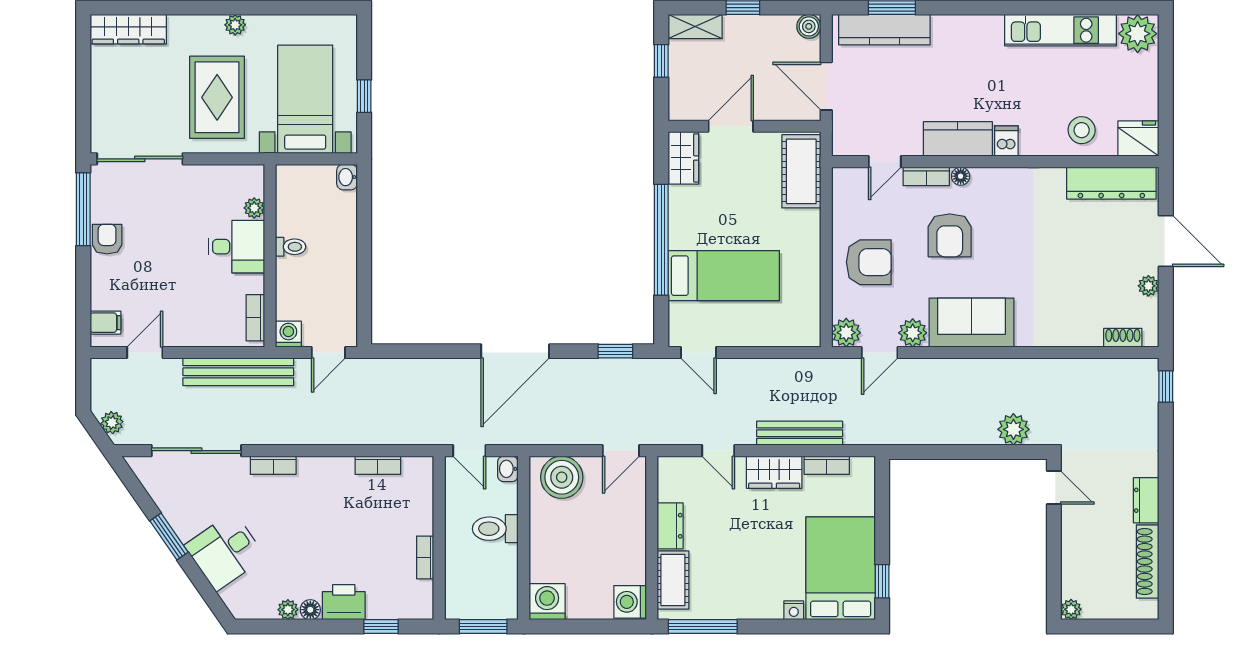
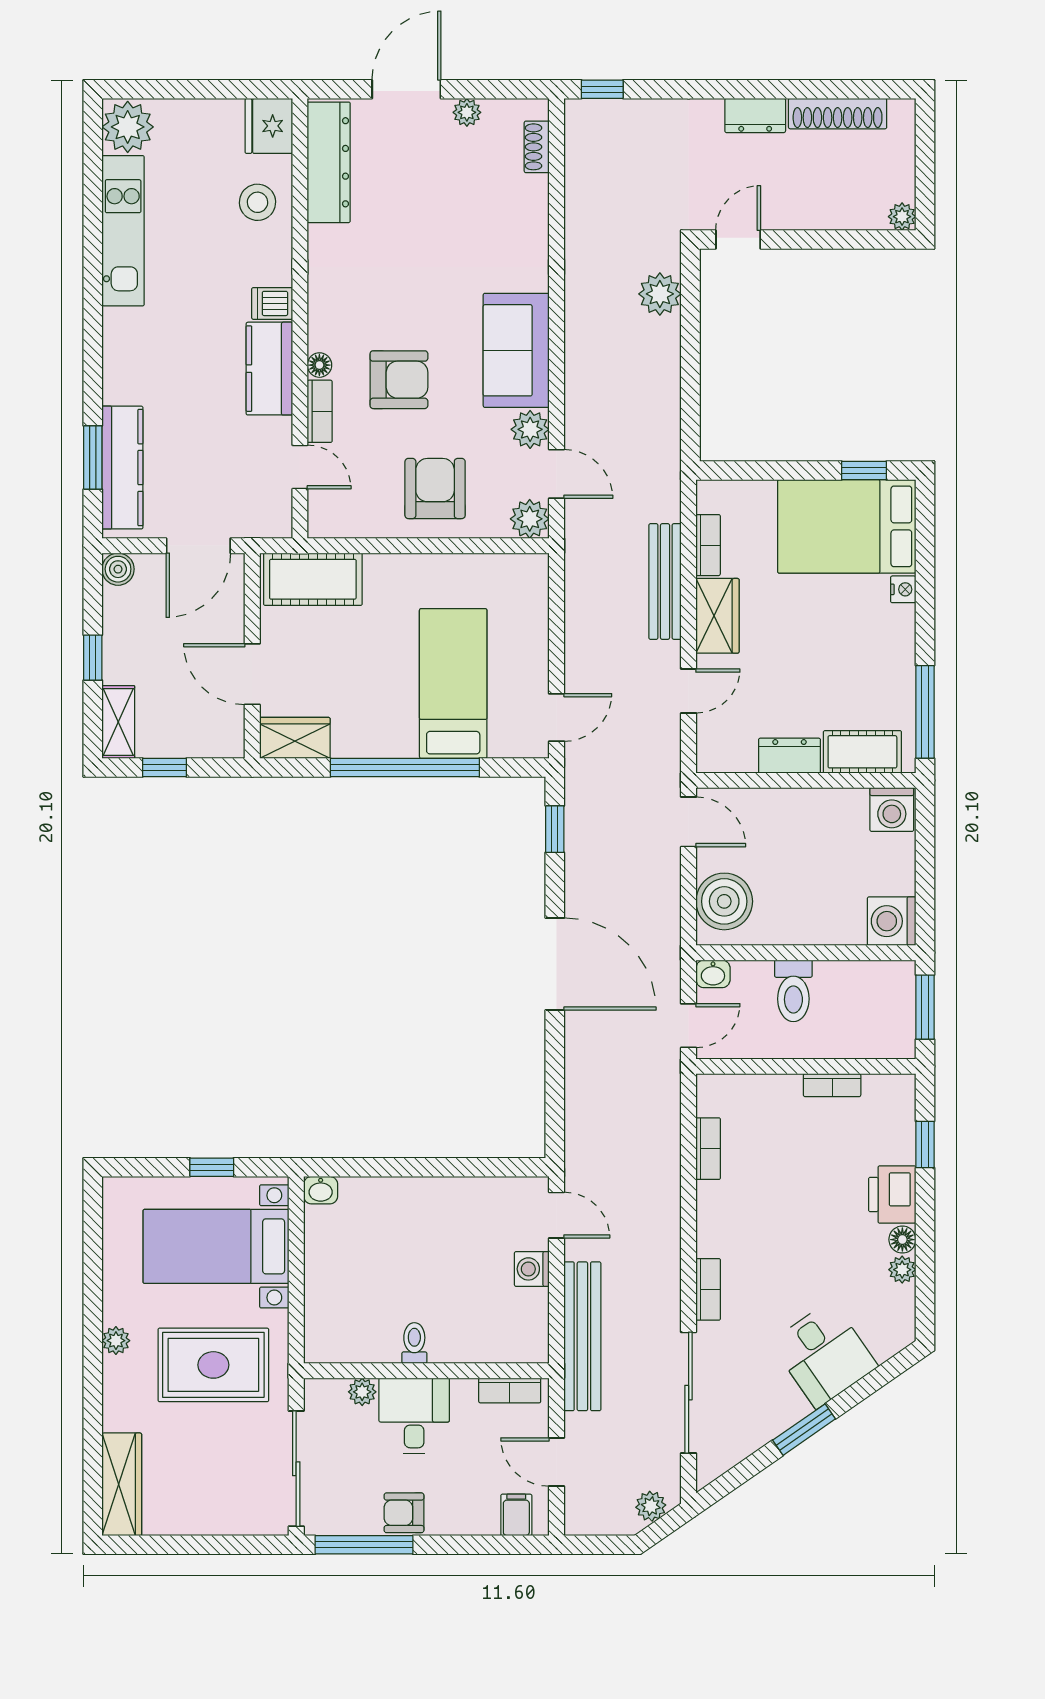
plant: (254, 208) -> (362, 1392), moved
desk: (236, 247) -> (414, 1416), moved
toilet: (291, 247) -> (414, 1343), moved
wall: (270, 256) -> (426, 1371), moved
bookcase: (255, 318) -> (510, 1390), moved

